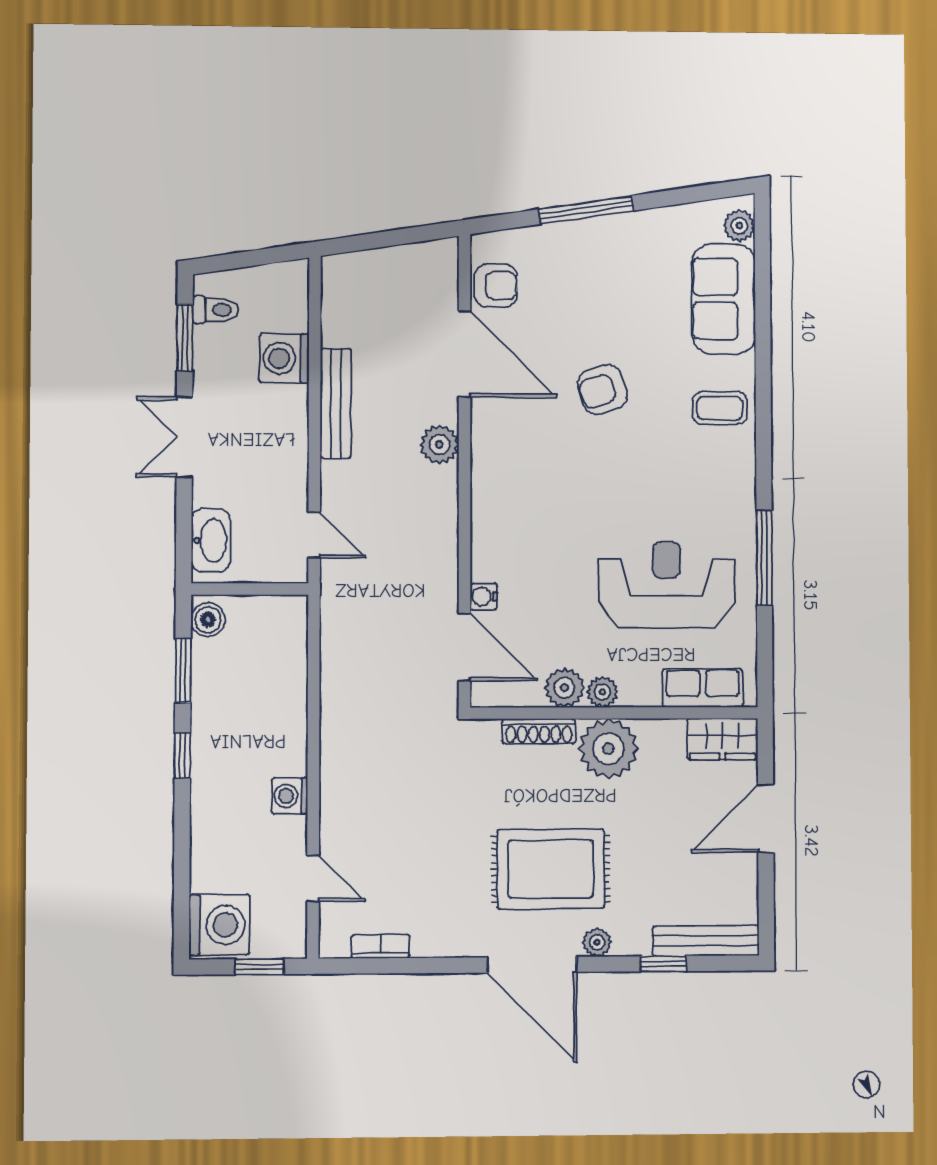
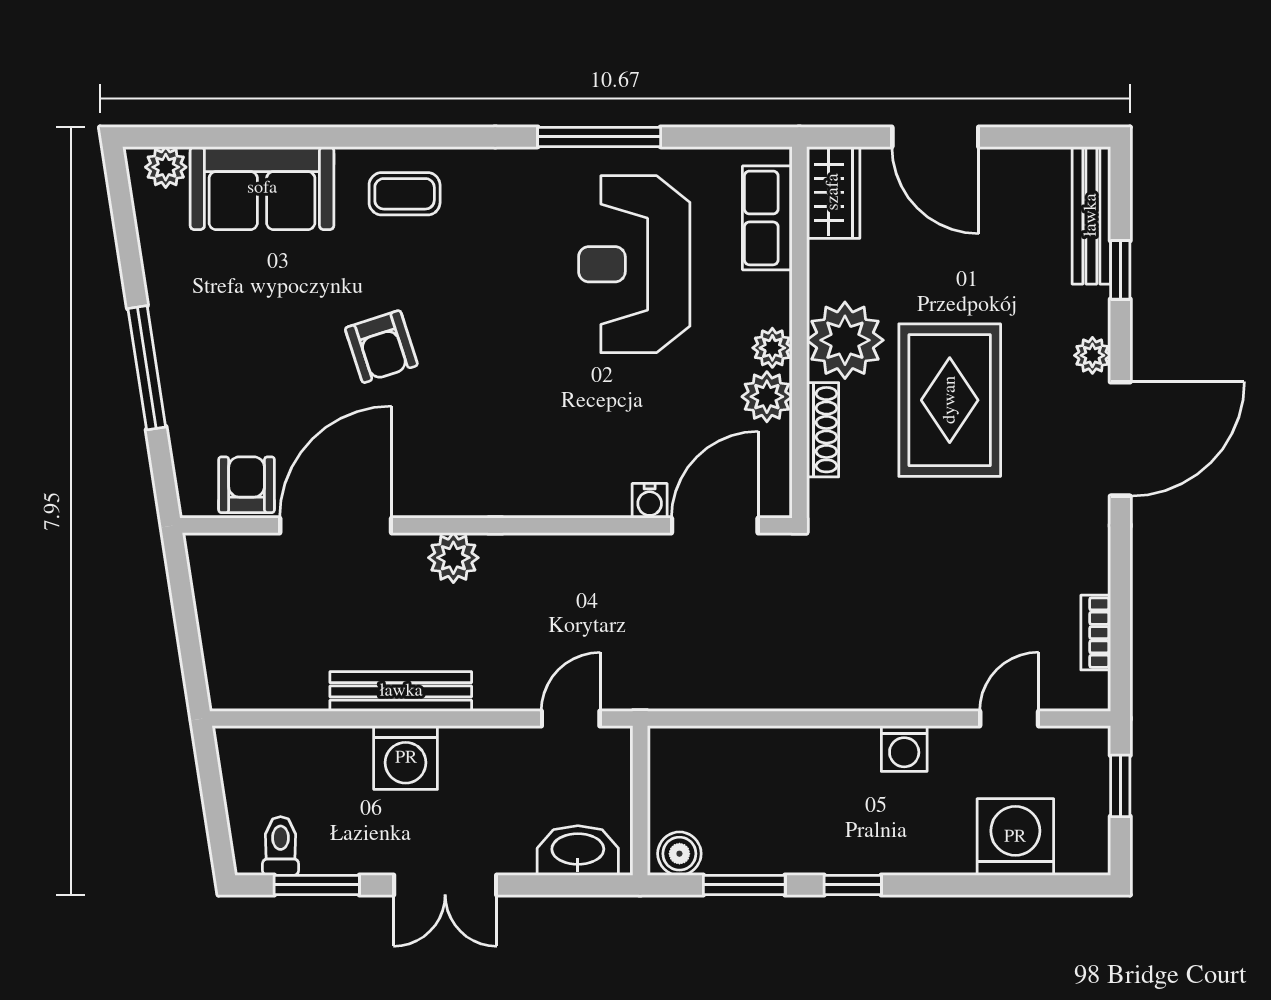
washing machine: (284, 358) -> (406, 758), moved
coffee table: (720, 408) -> (405, 194), turned 90
rug: (551, 869) -> (950, 400), moved
washing machine: (219, 925) -> (1015, 837), moved

